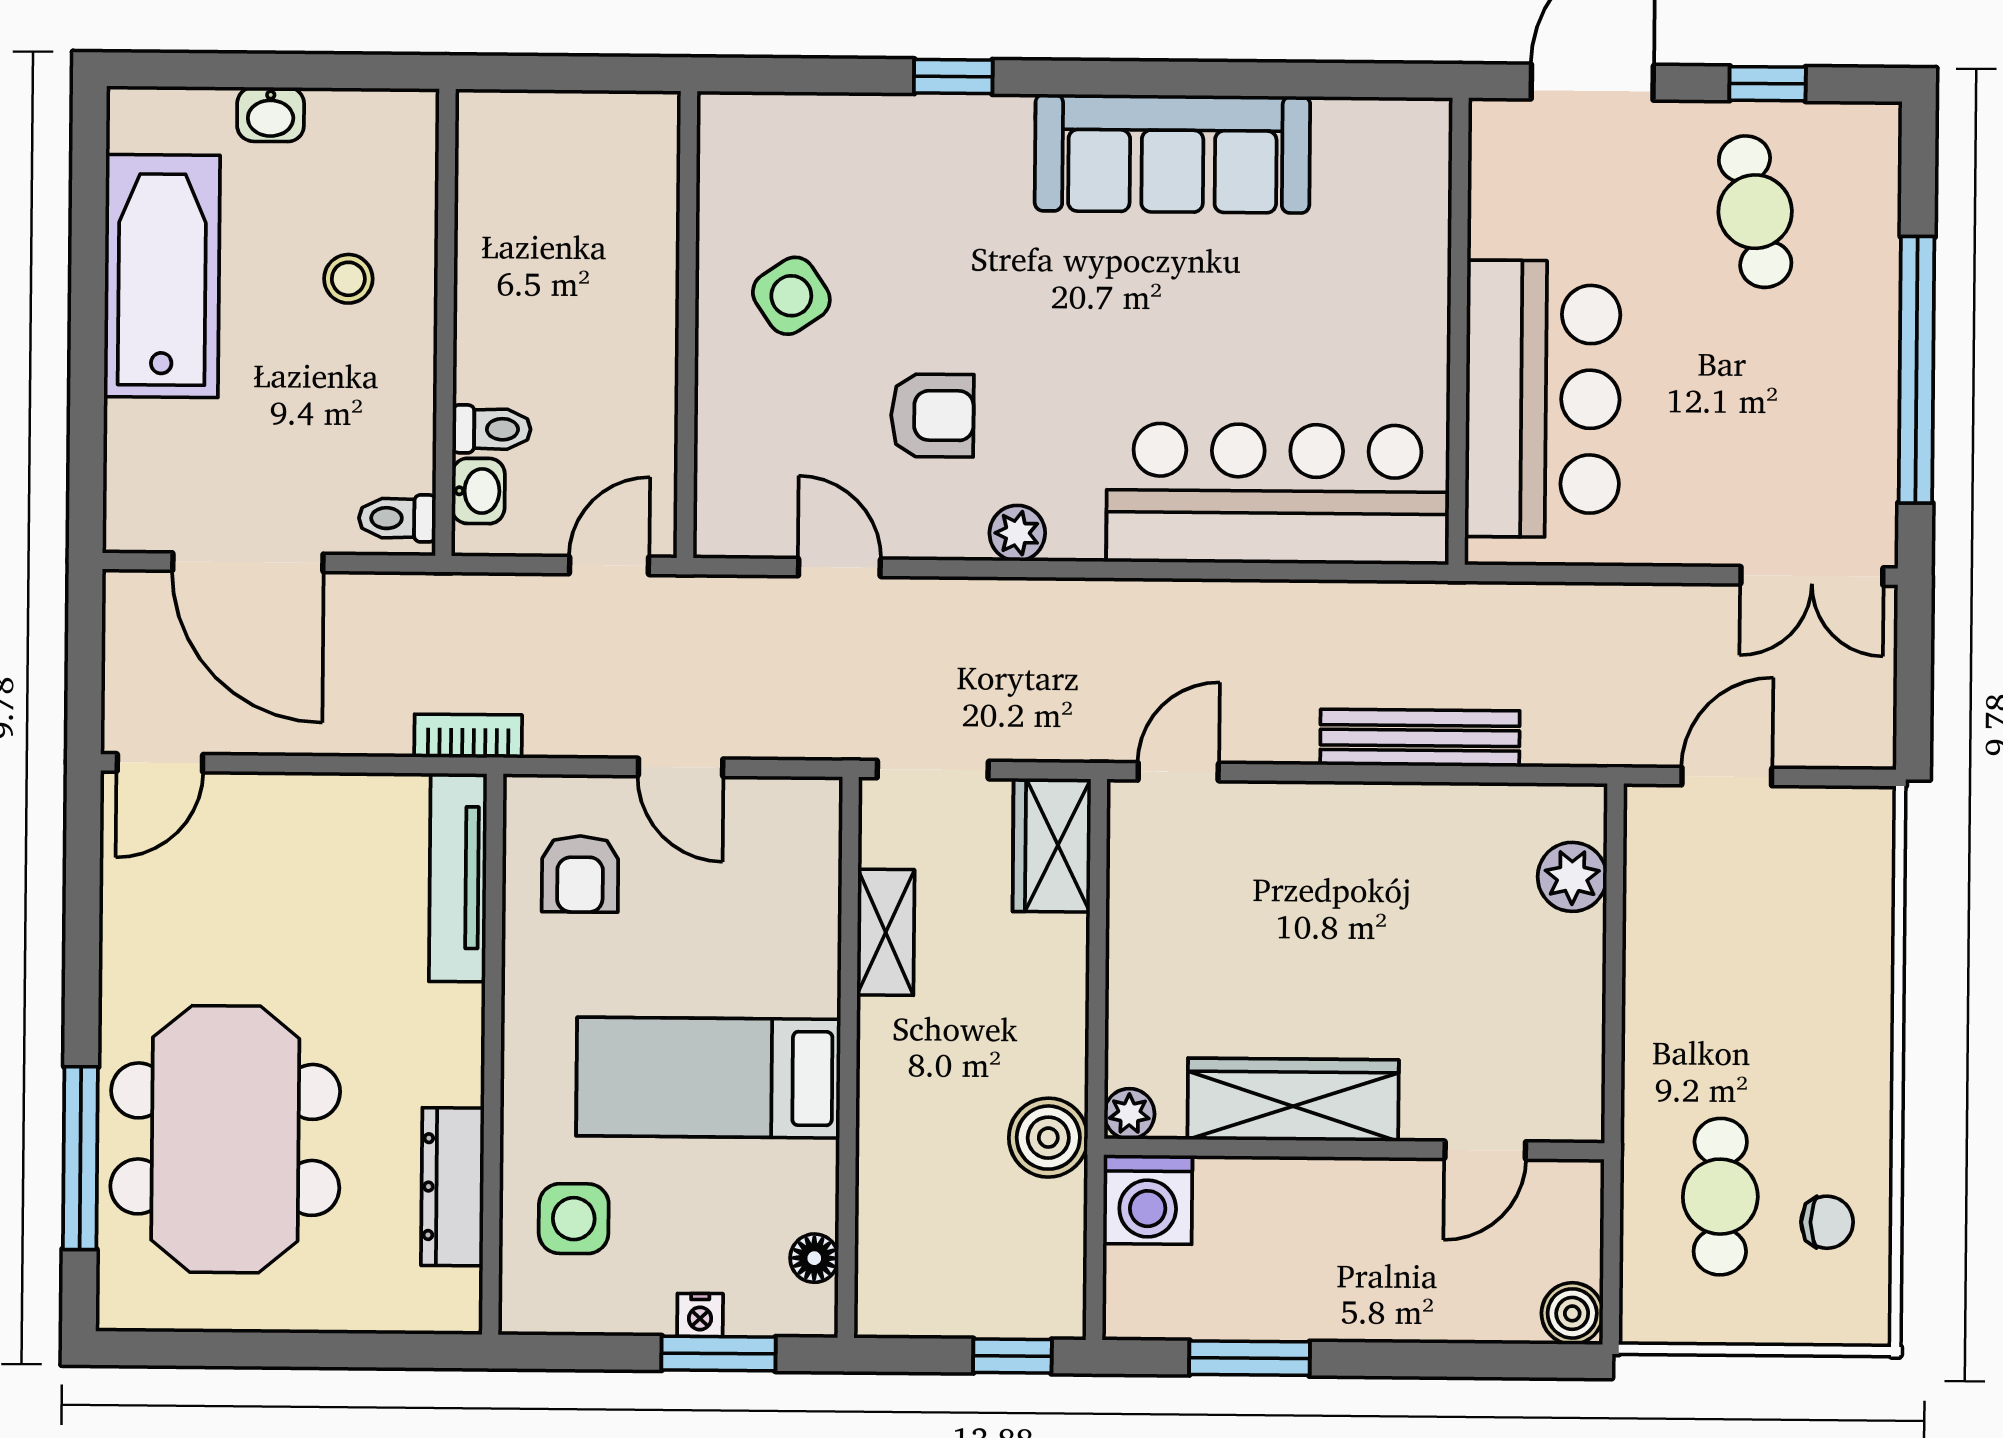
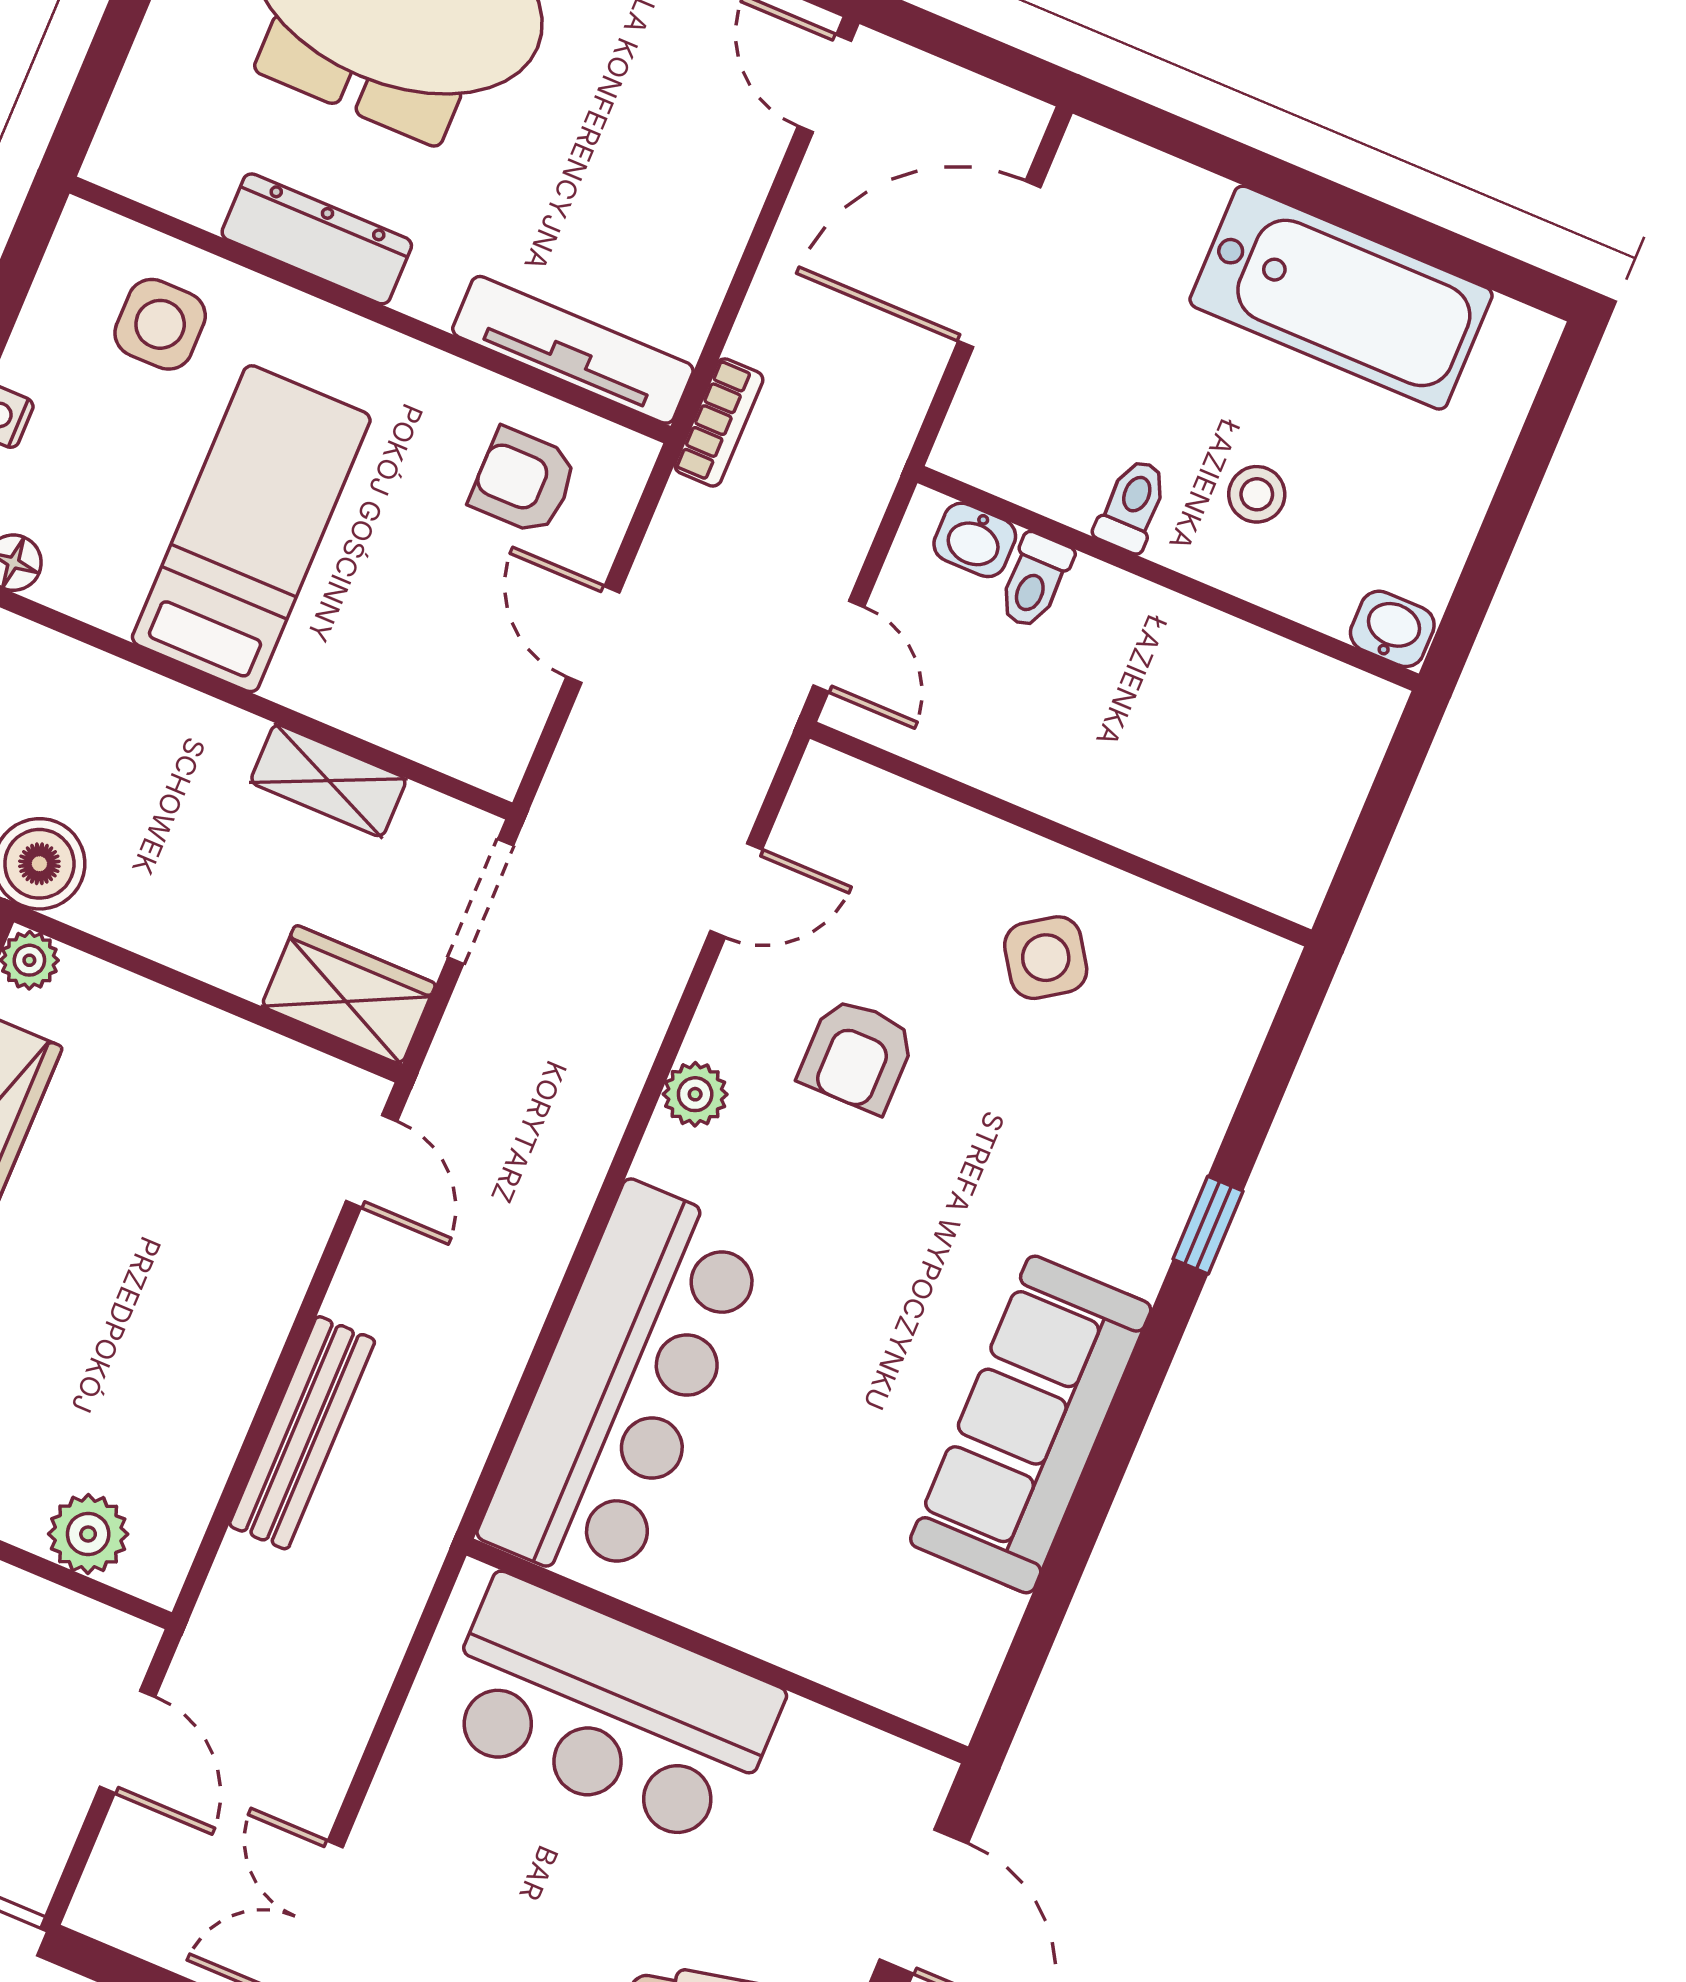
washbasin: (271, 114) -> (1392, 629), moved, turned 90
toilet: (397, 518) -> (1132, 505), moved
door: (681, 767) -> (593, 634), hinge flipped
dresser: (453, 1187) -> (317, 239), moved

